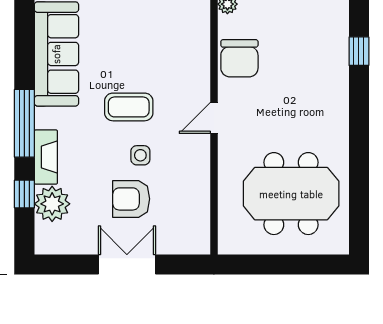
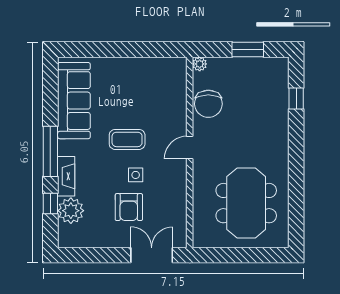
meeting table: (291, 194) -> (246, 203), turned 90
armchair: (131, 199) -> (129, 207), turned -90
double door: (127, 264) -> (152, 255), moved

